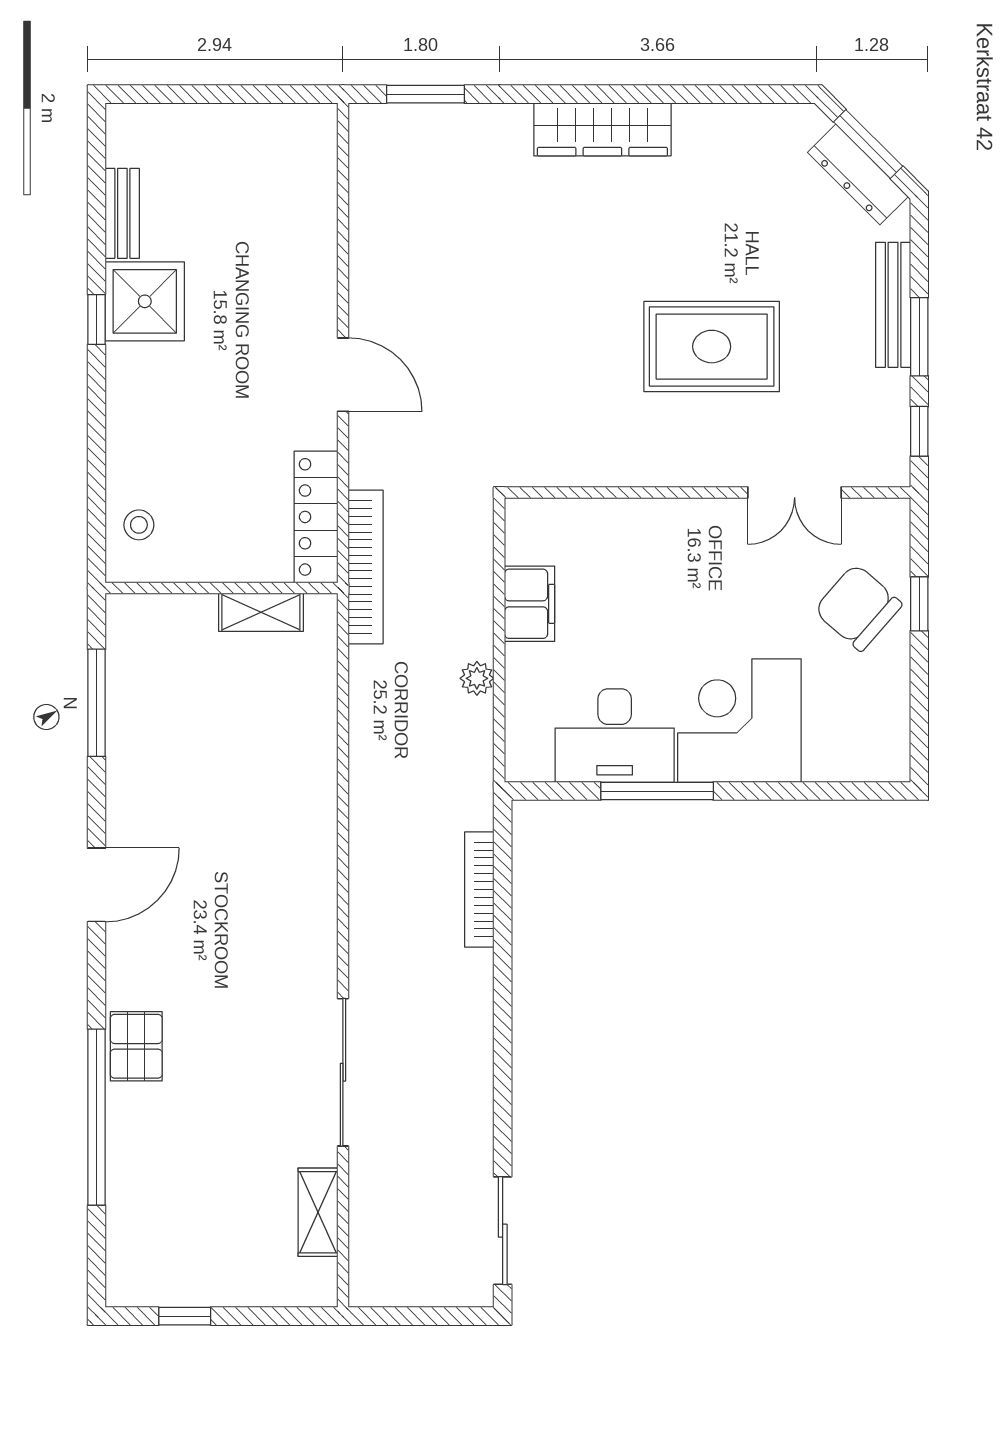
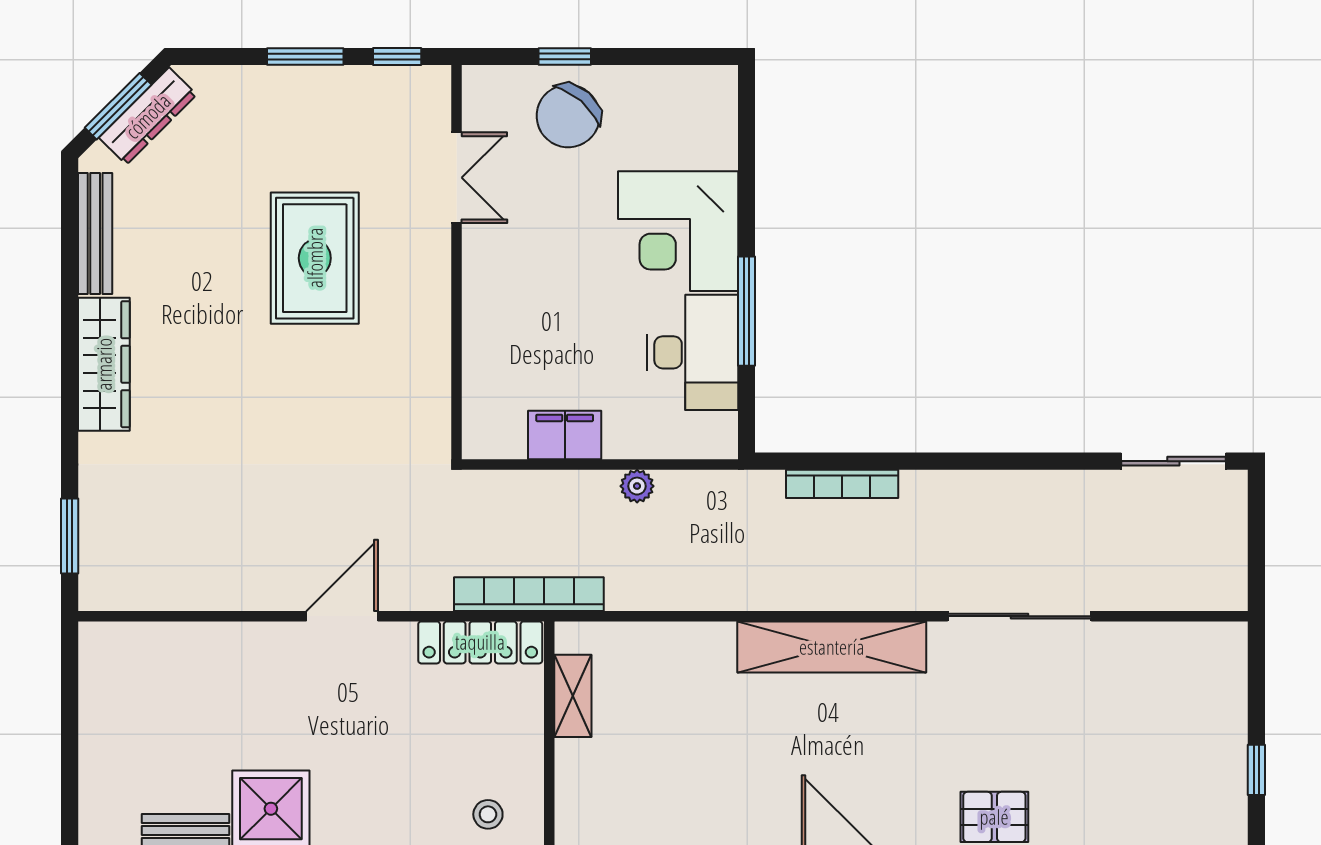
bench: (893, 305) -> (95, 234), moved, turned 90
shelving: (318, 1212) -> (832, 647), moved, width x2.20, depth x1.33

